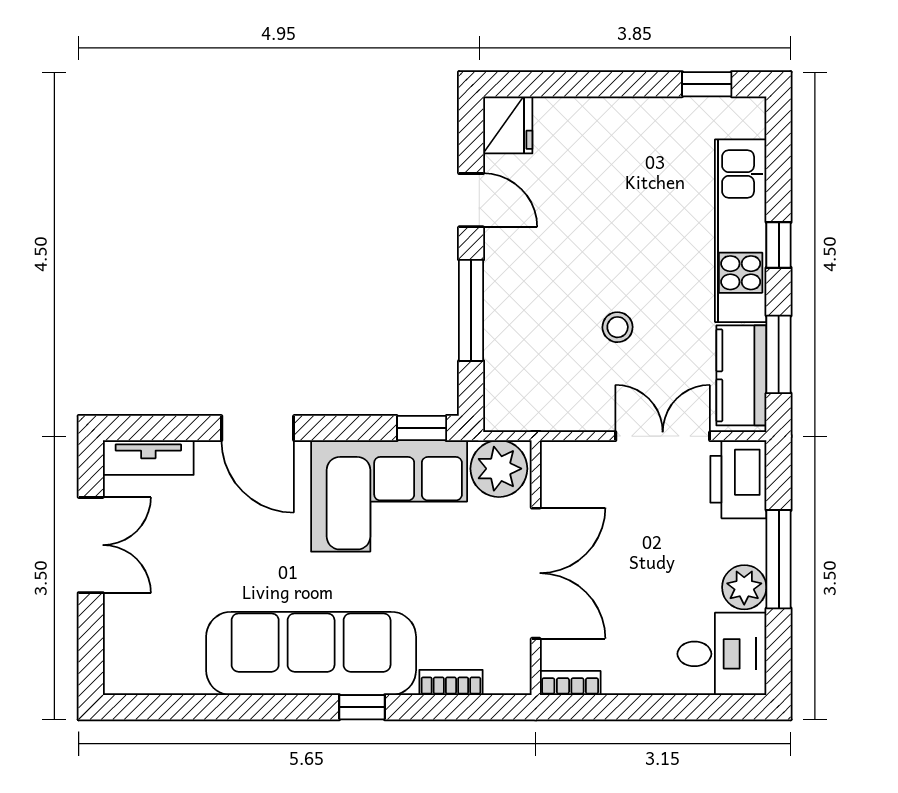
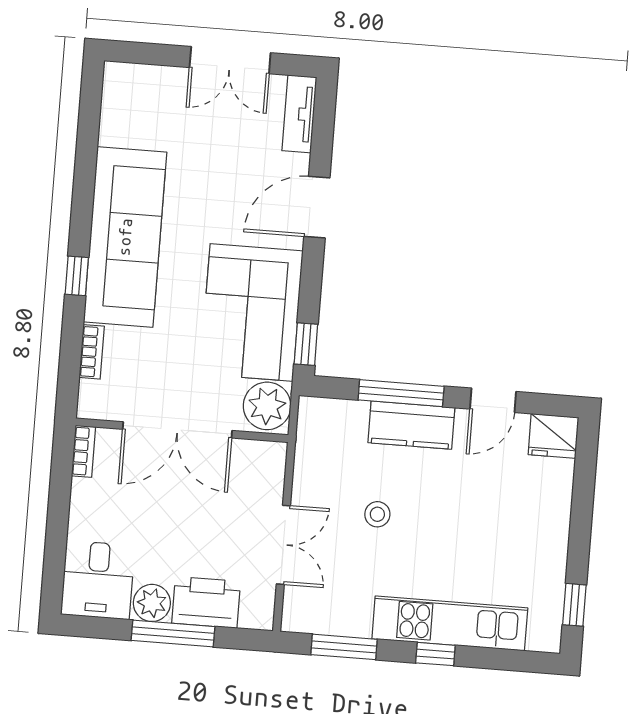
kitchen counter: (741, 375) -> (411, 425), moved, turned 180
printer: (738, 479) -> (206, 602), moved

